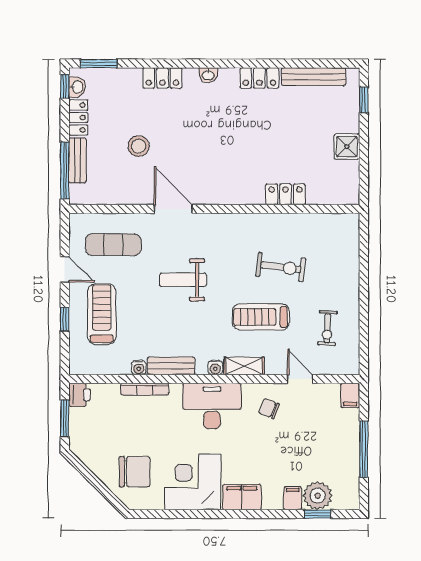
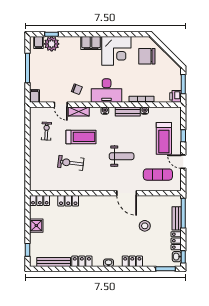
locker: (340, 195) -> (40, 200), added
shelving: (244, 366) -> (79, 111), moved
filing cabinet: (293, 498) -> (39, 43), moved

